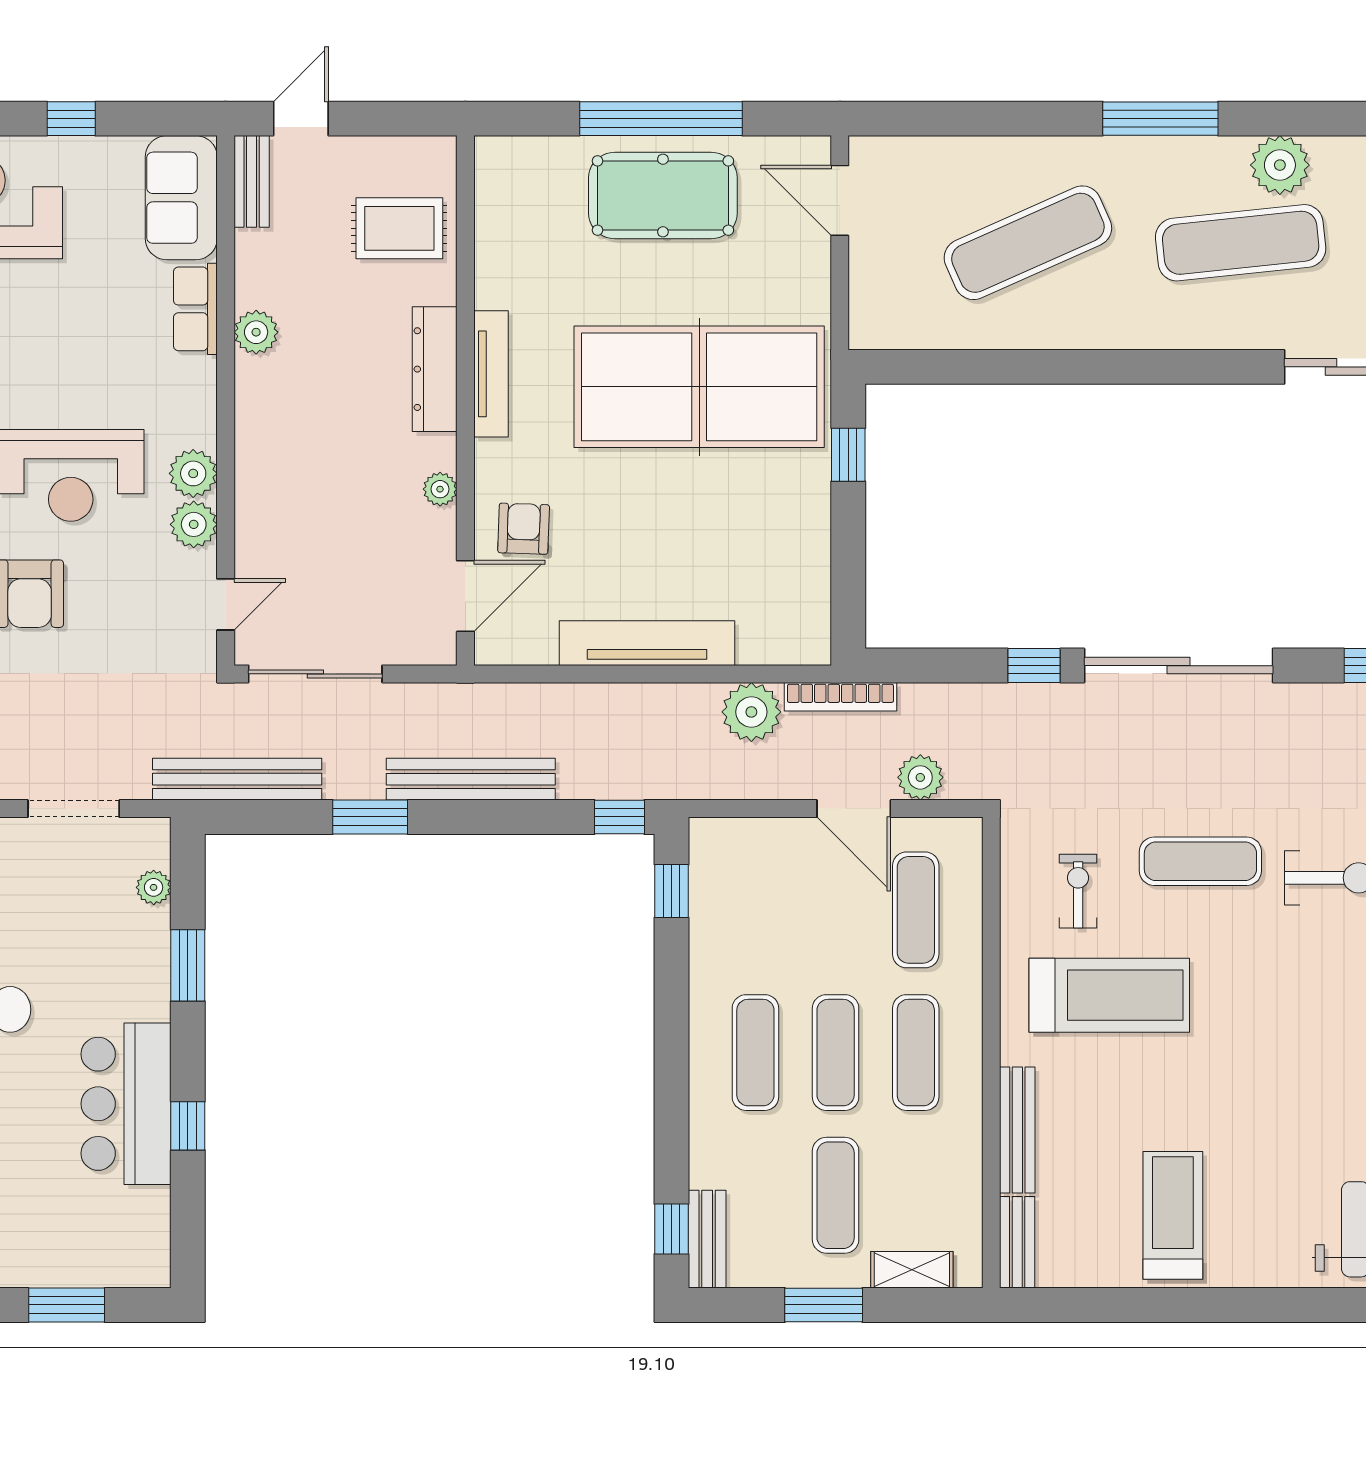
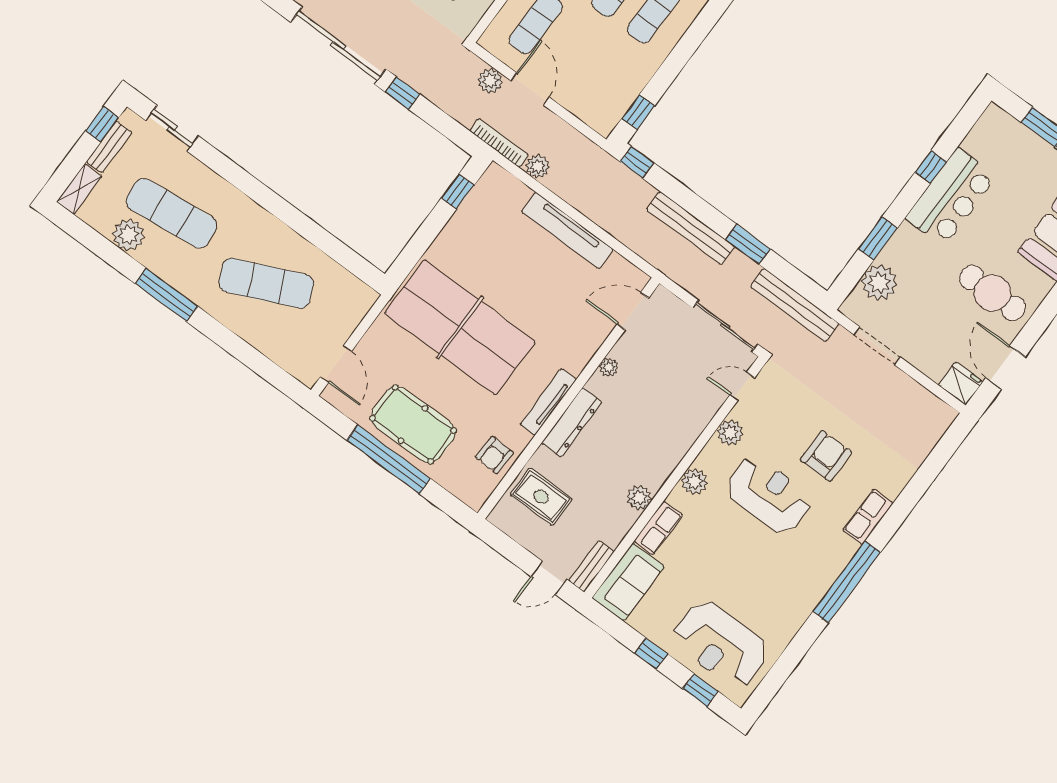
window: (848, 455) -> (458, 192), moved
plant: (193, 473) -> (694, 482), moved
armchair: (524, 529) -> (494, 455), moved
plant: (751, 712) -> (538, 166), width x0.73, depth x0.73
plant: (154, 887) -> (879, 283), width x1.87, depth x1.87

